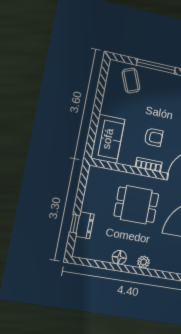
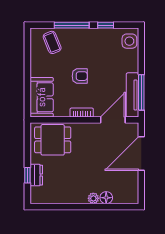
armchair: (154, 137) -> (80, 76), moved
dining table: (136, 205) -> (53, 140), moved
floor lamp: (119, 257) -> (106, 198), moved

